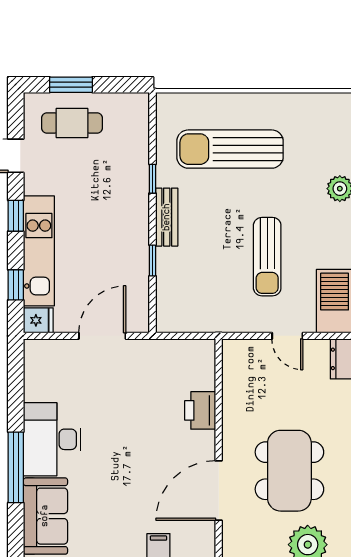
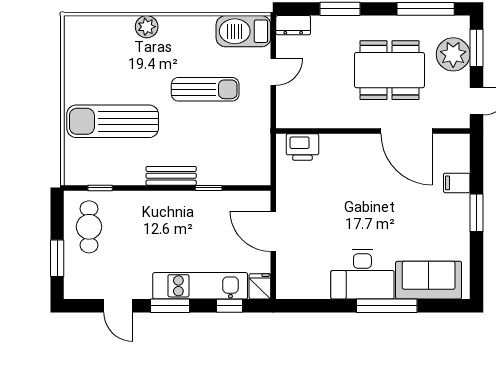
cafe table: (72, 123) -> (89, 227), moved
sun lounger: (230, 149) -> (113, 121), turned 90
window: (153, 179) -> (100, 188), moved
window: (16, 216) -> (170, 306), width x1.50
printer: (200, 410) -> (302, 147), moved

